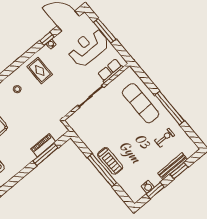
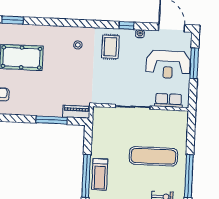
window: (47, 39) -> (126, 25), moved
reception desk: (88, 47) -> (168, 65), turned 180
exercise mat: (141, 103) -> (153, 156), moved, turned 90
piano: (43, 145) -> (76, 112), moved

